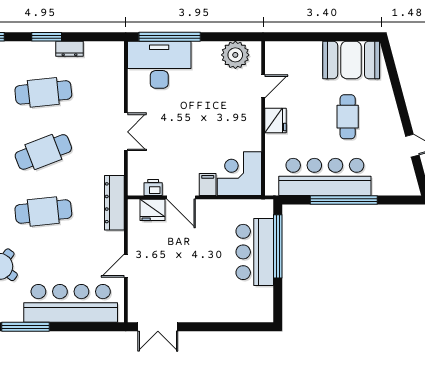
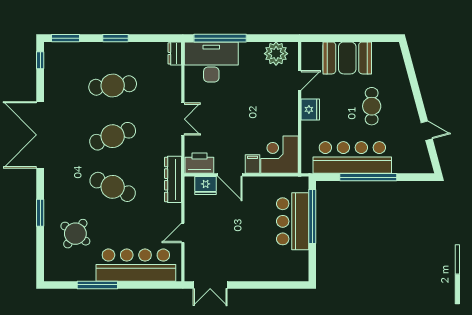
dresser: (69, 49) -> (175, 53), moved, turned 90
booth: (351, 60) -> (347, 58), moved
printer: (153, 188) -> (199, 163), width x1.87, depth x1.48
cafe table: (43, 212) -> (113, 187), turned 30

